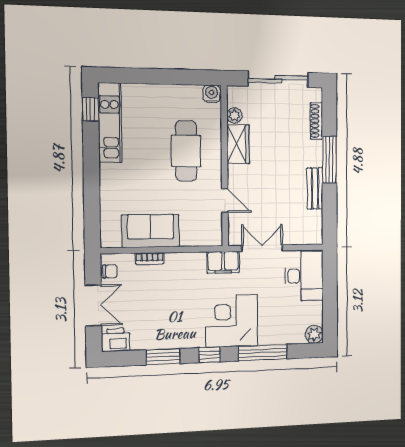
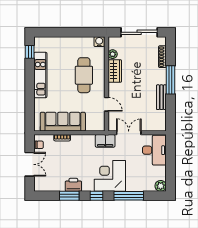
kitchen unit: (110, 123) -> (40, 75), moved
sofa: (151, 231) -> (63, 122), width x1.36
printer: (116, 340) -> (73, 185), moved

